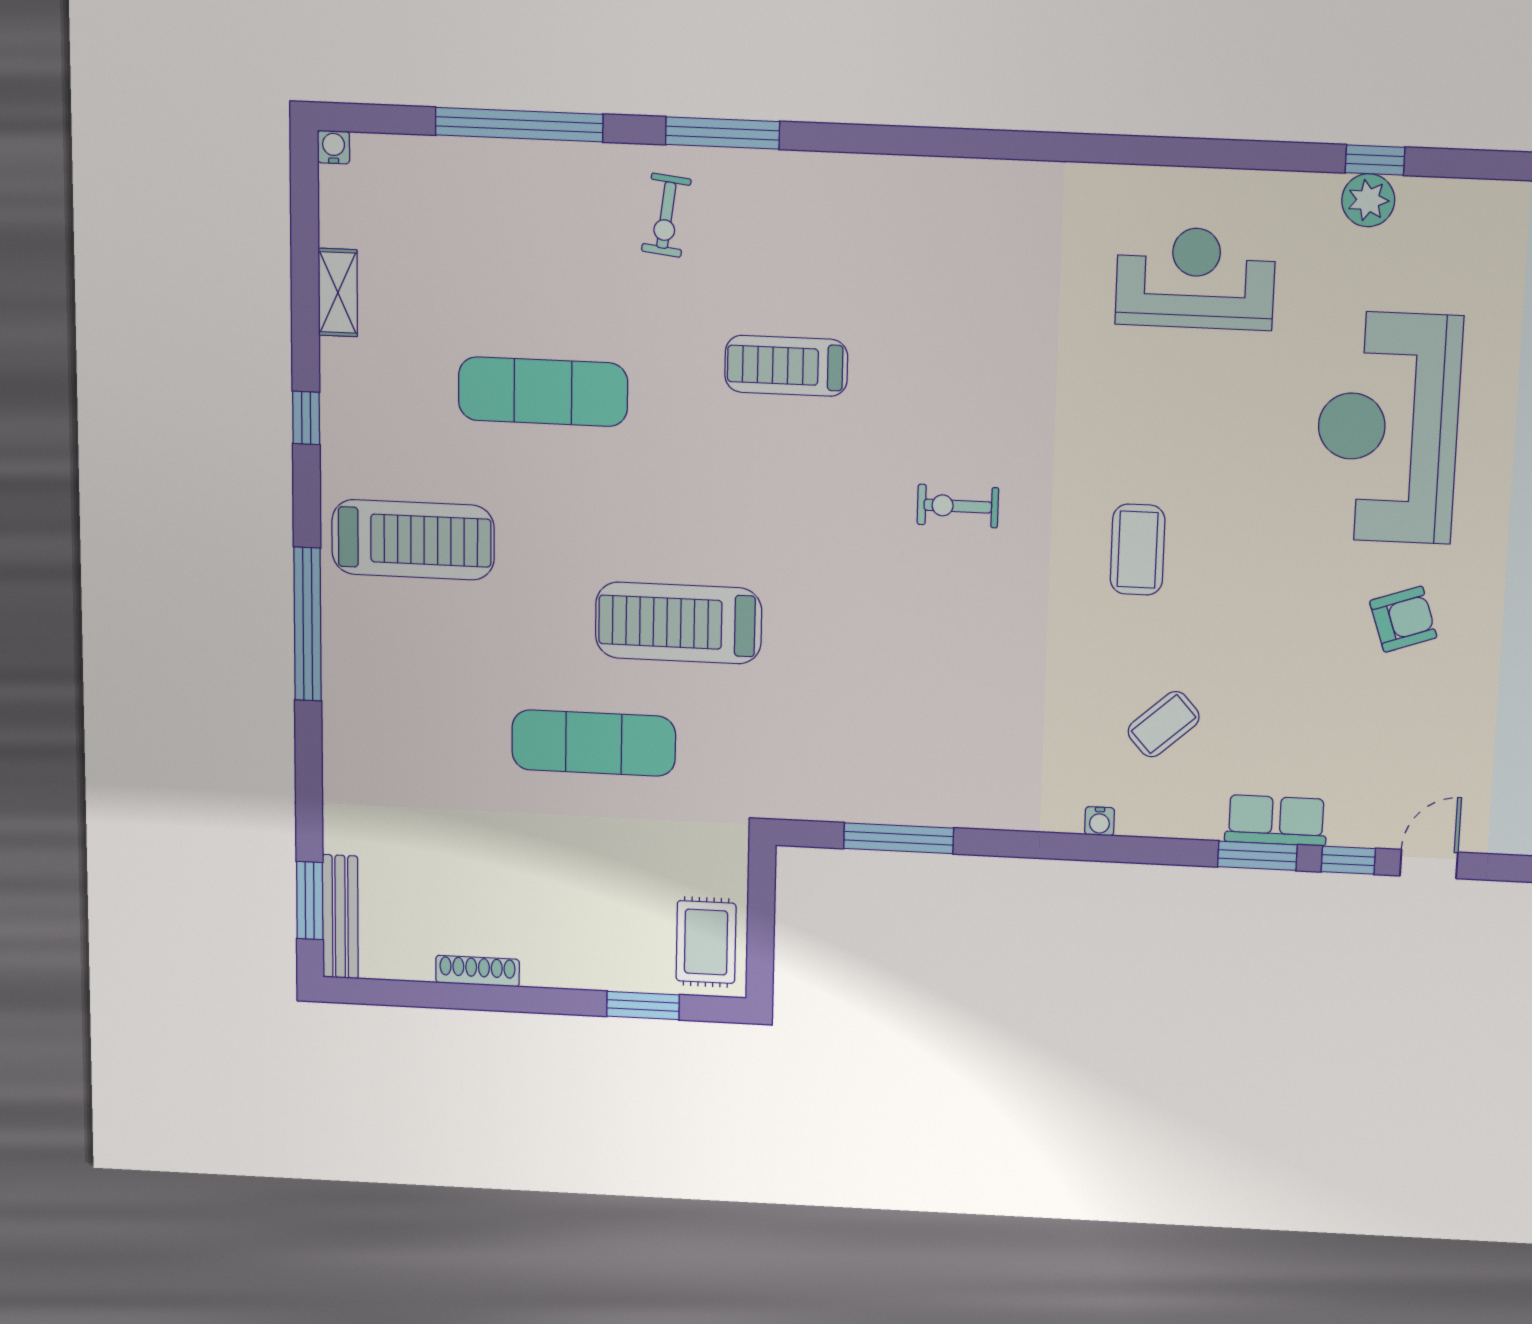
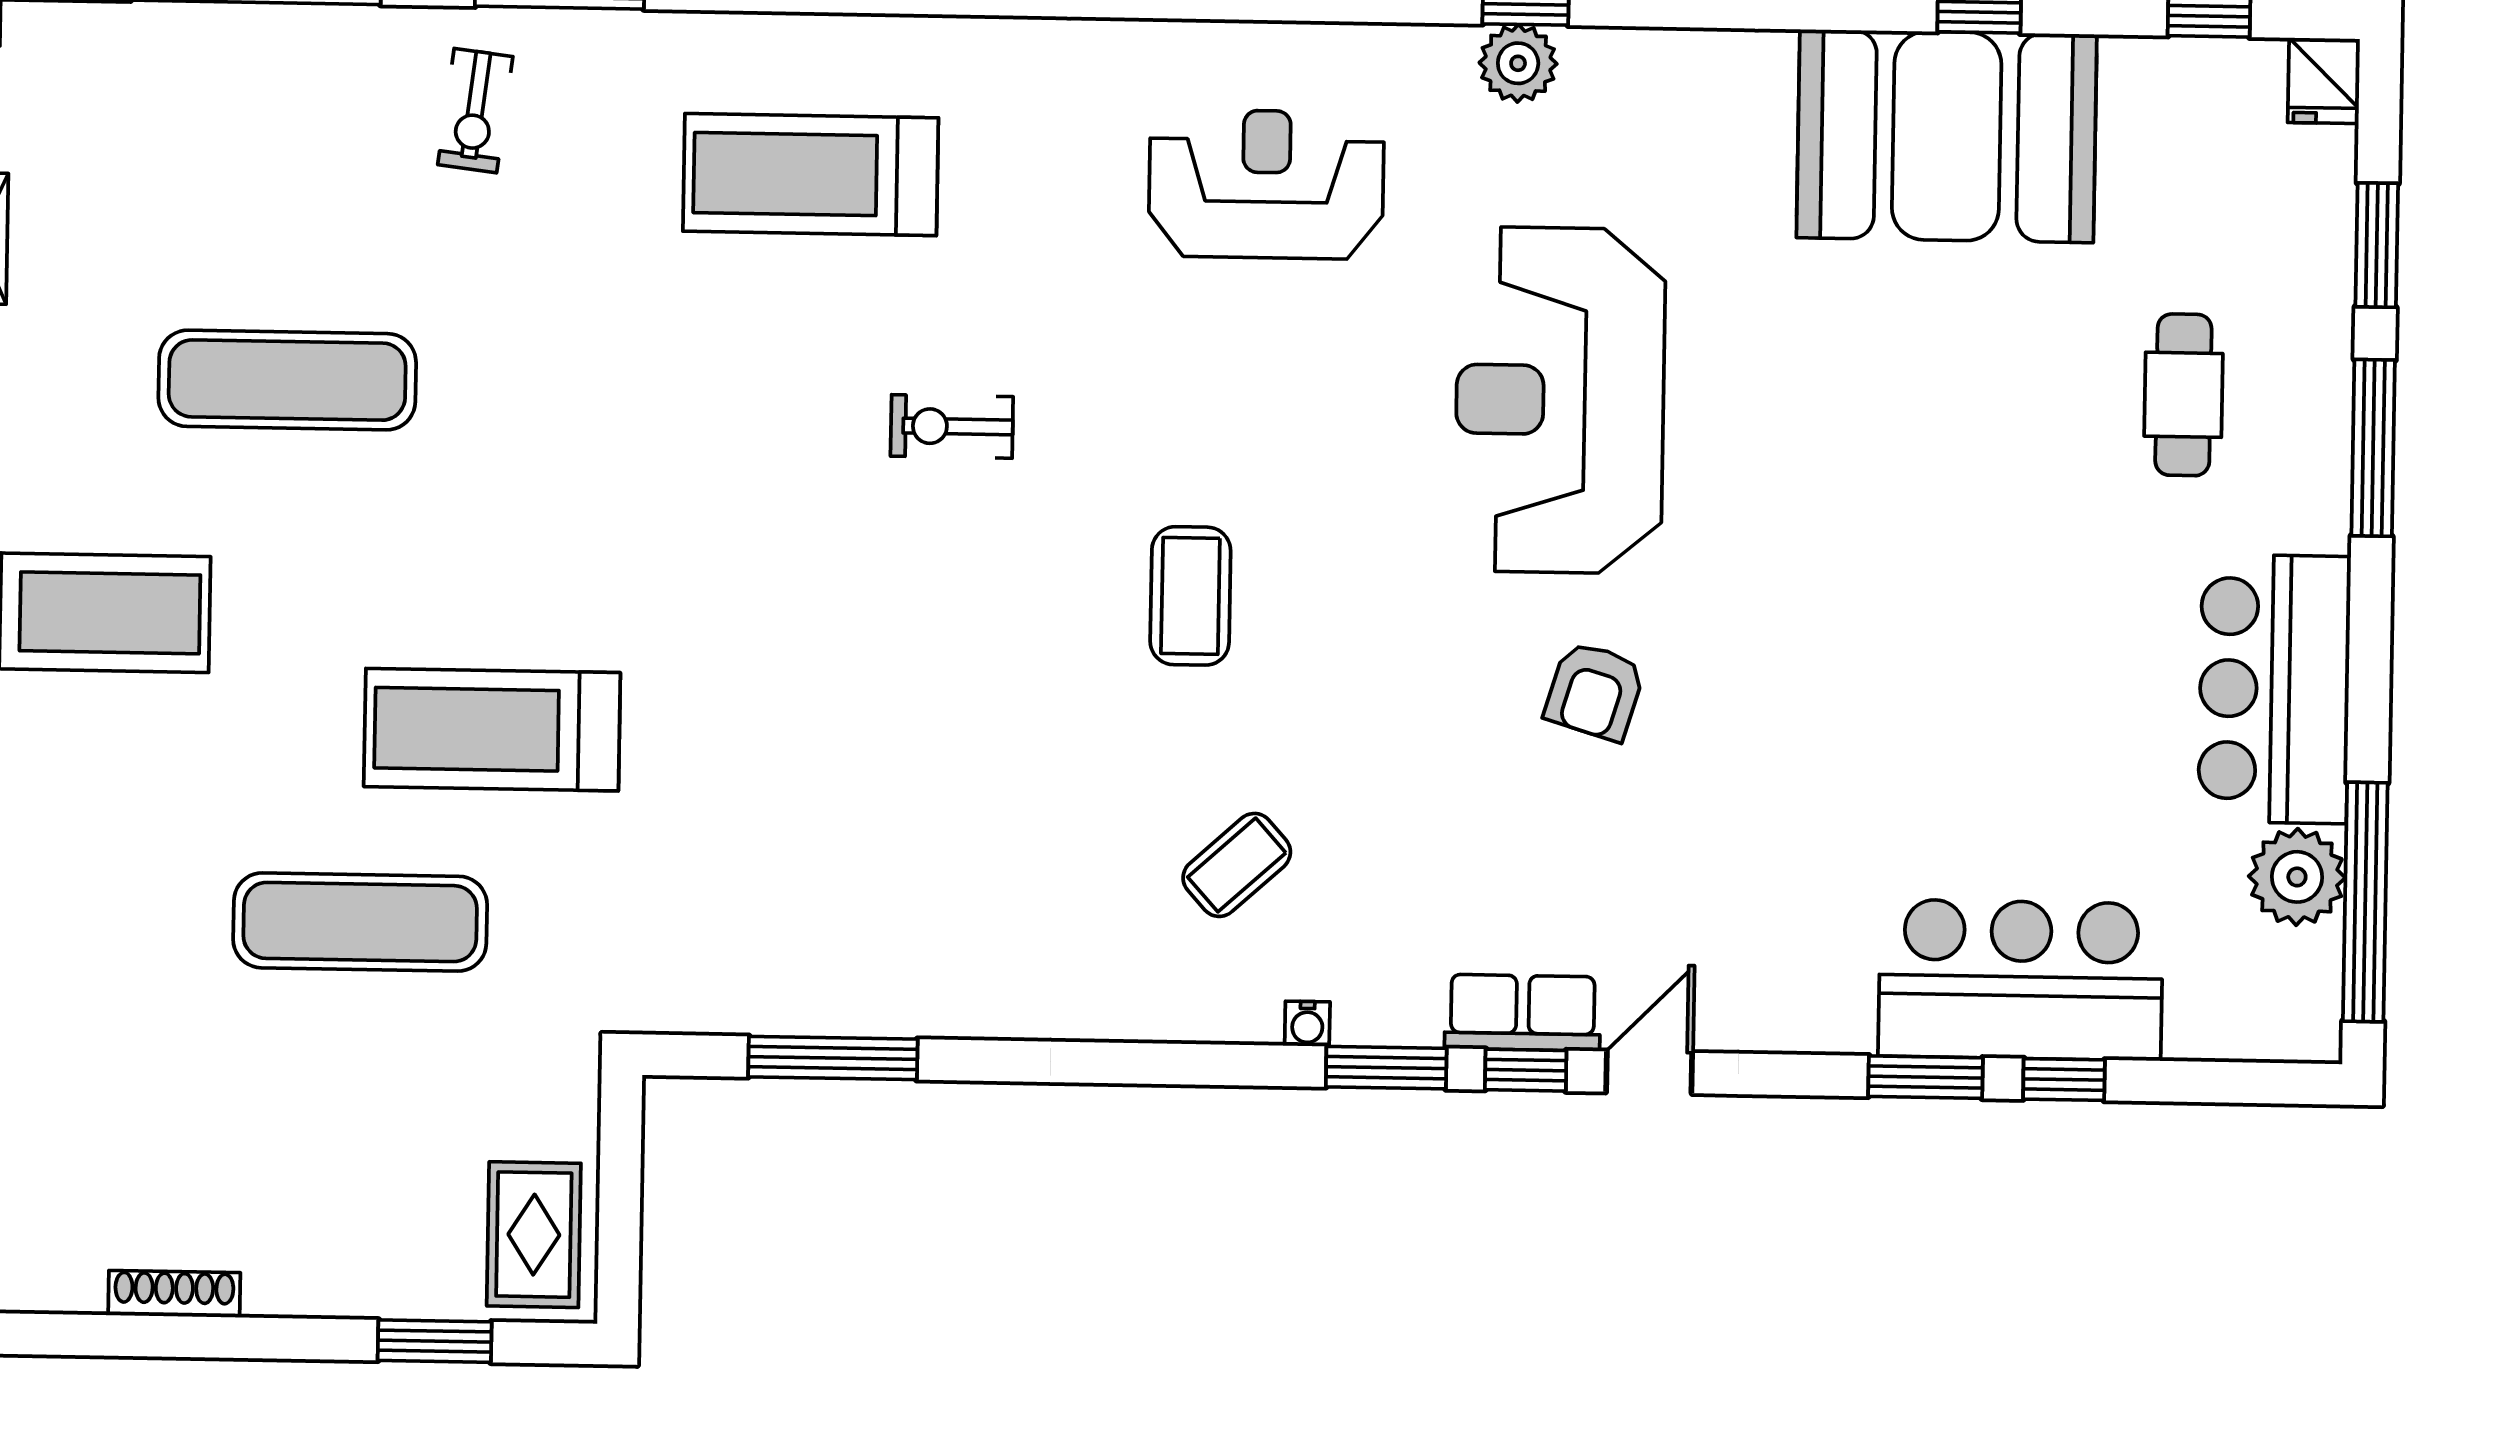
treadmill: (786, 366) -> (811, 175), moved, width x1.37, depth x1.38
exercise bike: (958, 506) -> (952, 426), moved
armchair: (1403, 619) -> (1595, 691), turned 126
row of seats: (1276, 820) -> (1523, 1013), moved
water cooler: (1100, 821) -> (1307, 1024), moved

